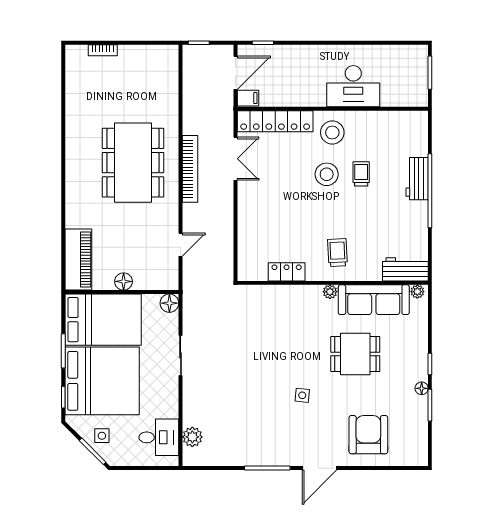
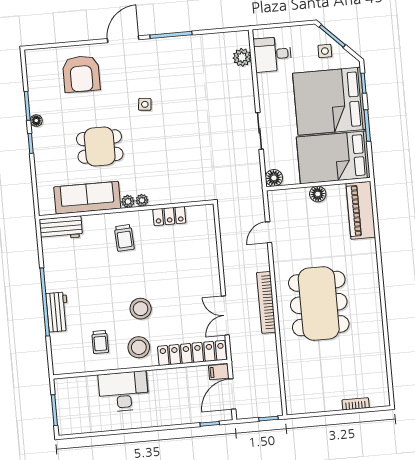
trolley: (361, 174) -> (100, 342), moved
plant: (417, 292) -> (142, 200), moved

